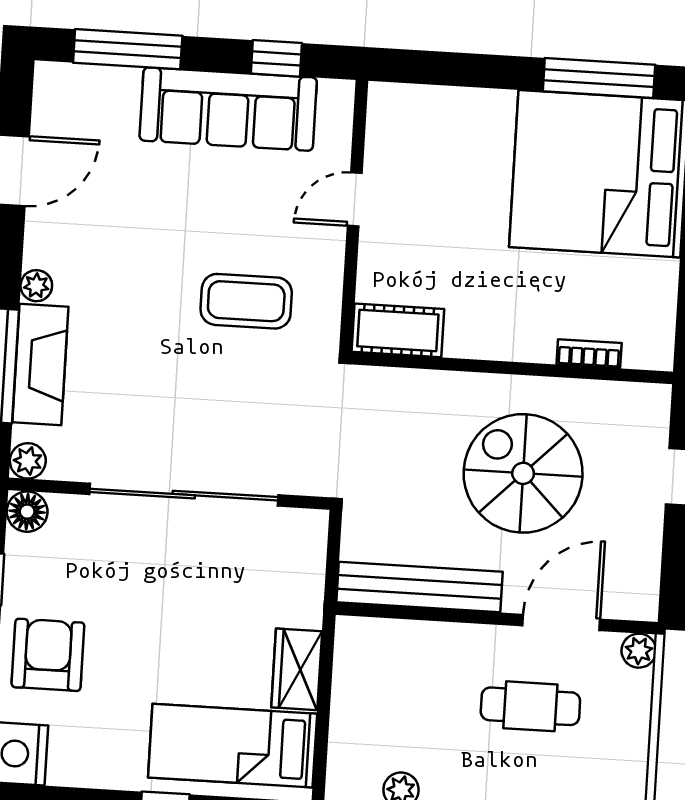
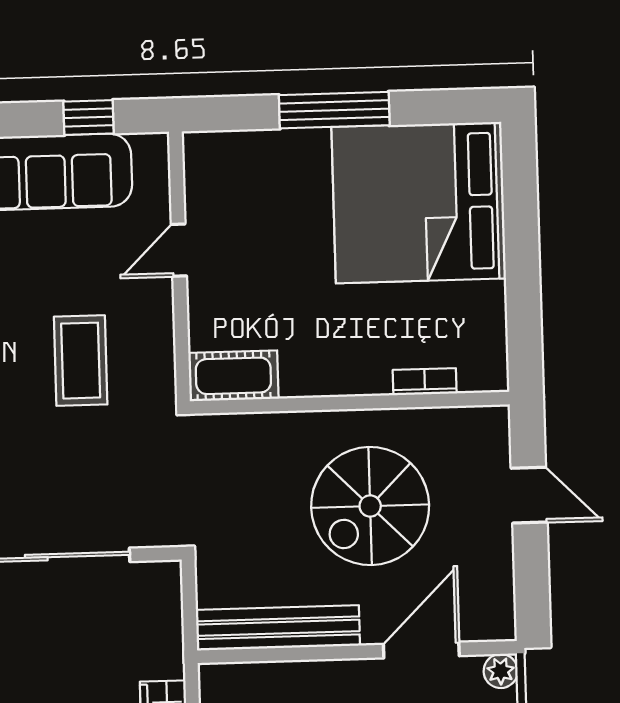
window: (599, 78) -> (334, 110), moved
coffee table: (246, 301) -> (81, 361), turned 90
spiral stairs: (523, 473) -> (370, 506), turned -90

